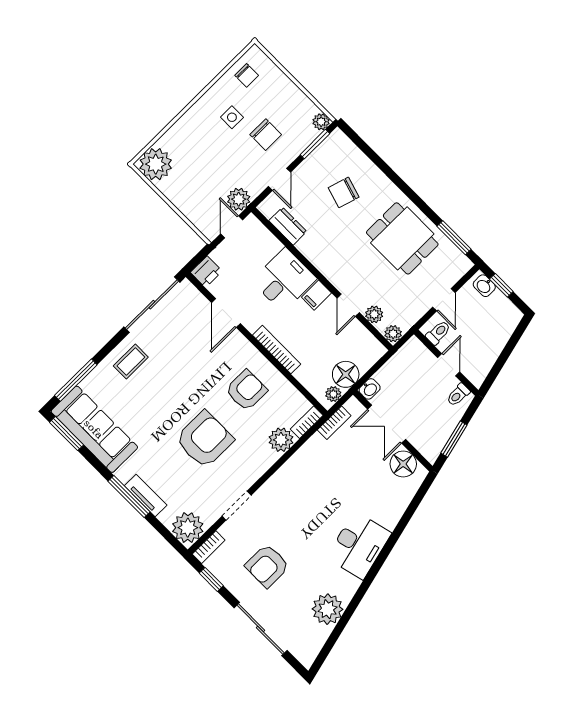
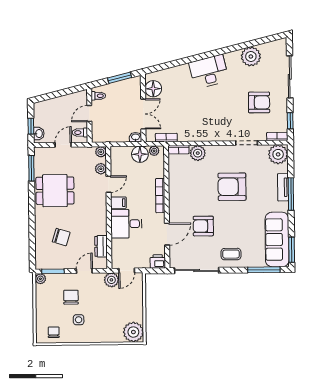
dining table: (402, 238) -> (55, 191), turned 90
armchair: (246, 390) -> (203, 226), moved

